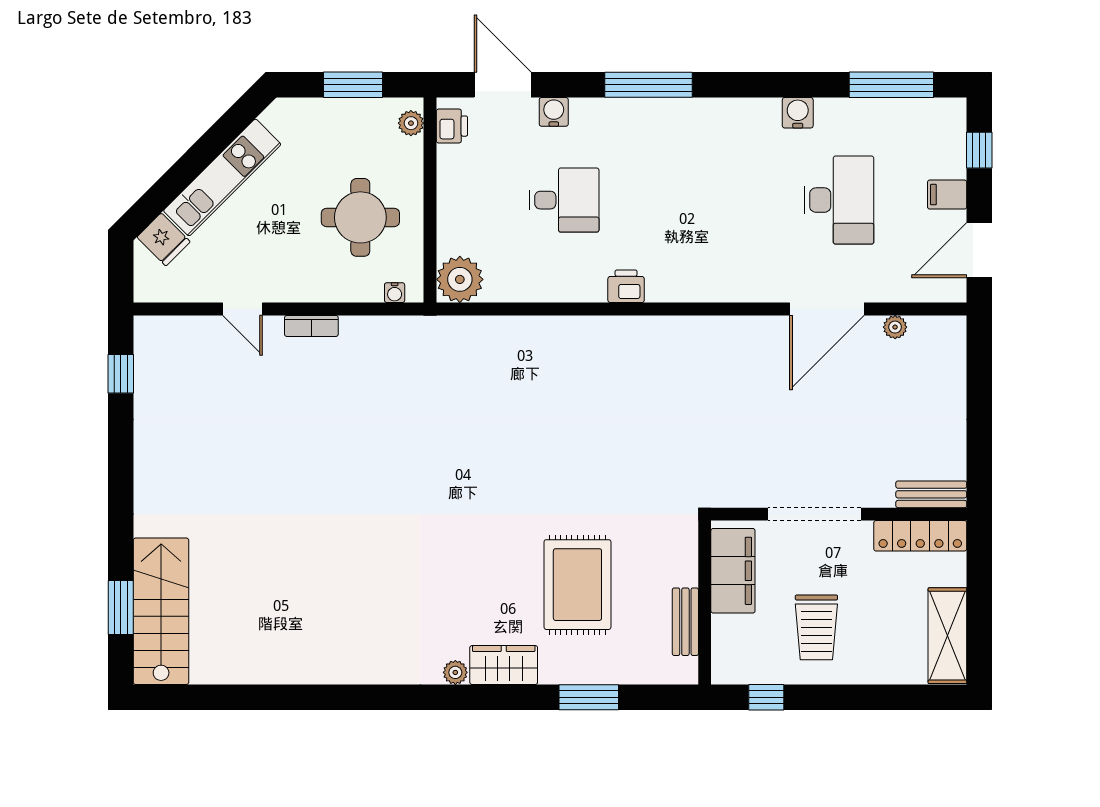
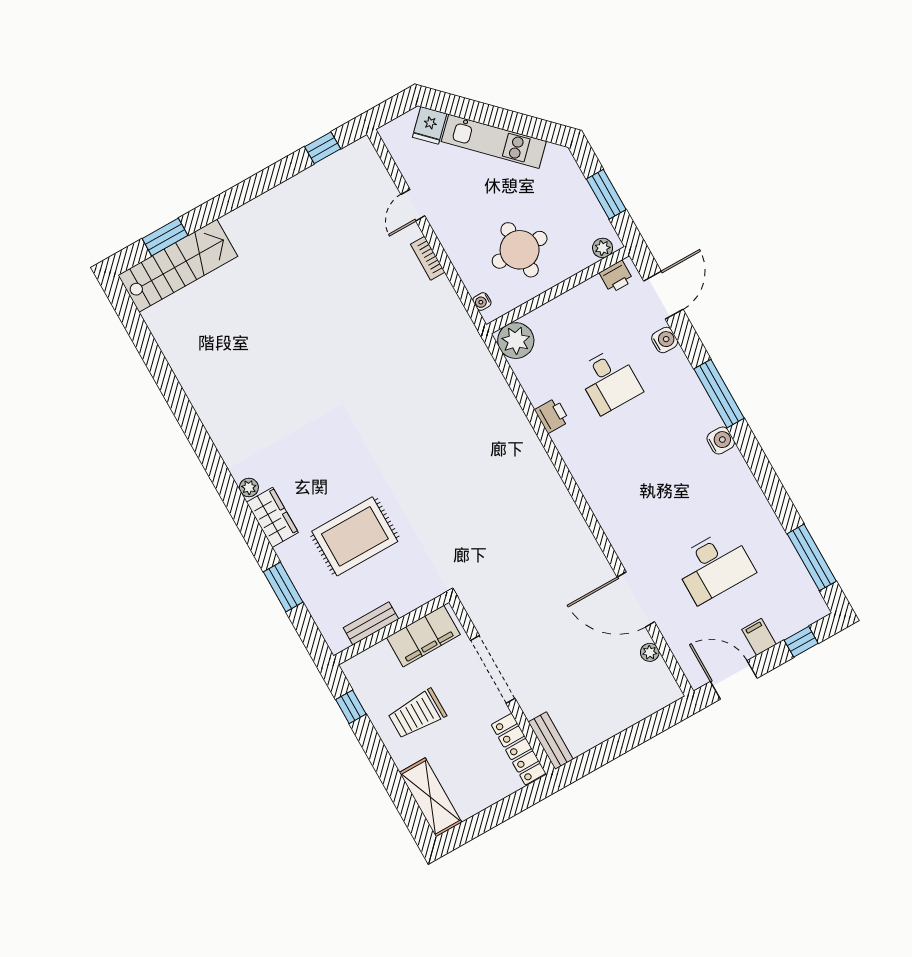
water cooler: (798, 113) -> (721, 440), moved
printer: (626, 286) -> (552, 416), moved
shelving: (947, 636) -> (430, 797), moved, turned 90

